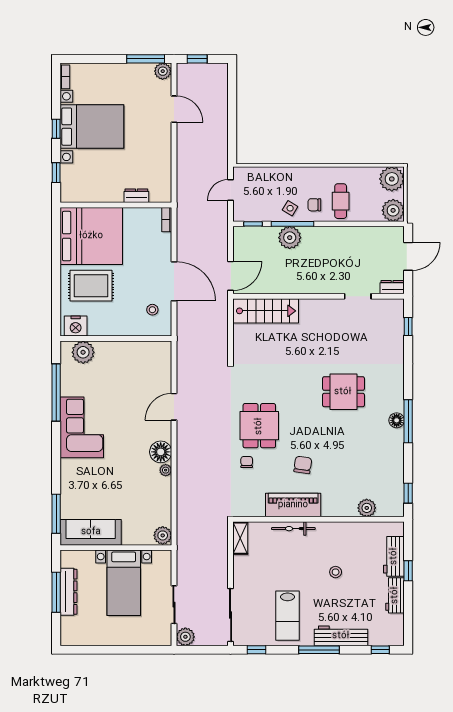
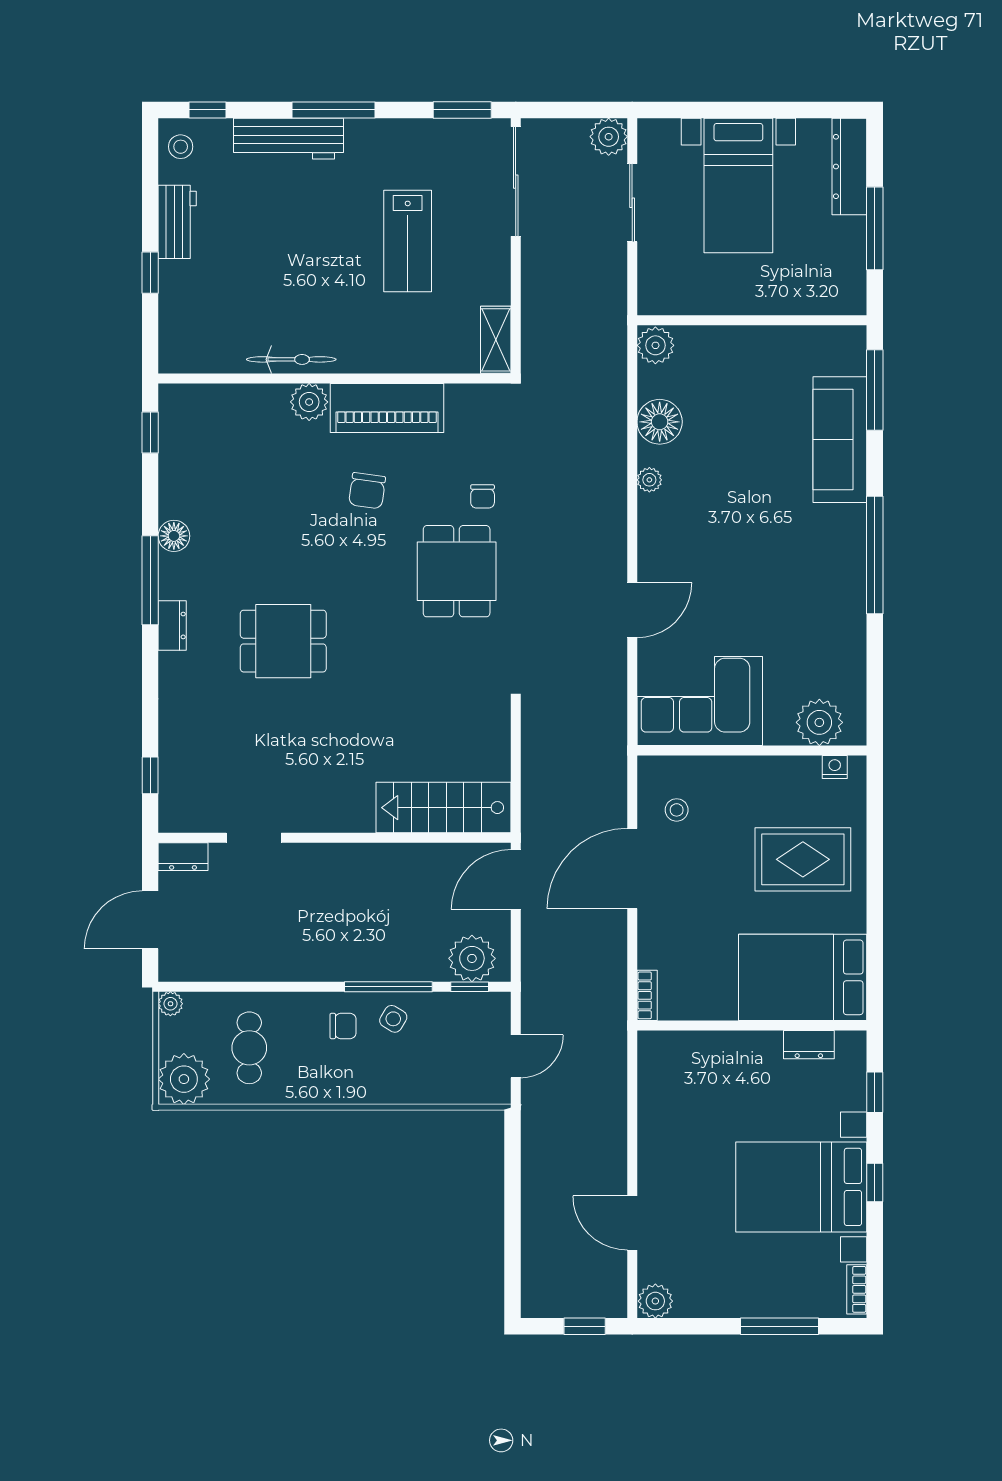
window: (146, 59) -> (779, 1326), moved
dresser: (136, 196) -> (809, 1045), moved
cafe table: (341, 201) -> (249, 1048), moved
plant: (393, 210) -> (170, 1004), width x0.53, depth x0.53
bed: (91, 236) -> (803, 977), width x0.73
plant: (290, 238) -> (472, 958), moved
door: (174, 281) -> (632, 869), hinge flipped
nightstand: (76, 326) -> (835, 767), width x0.53, depth x0.56
window: (56, 392) -> (875, 555), moved
dresser: (397, 399) -> (172, 625), added
floor lamp: (397, 420) -> (174, 536), moved
corner sofa: (82, 427) -> (700, 701), moved, turned 90
floor lamp: (161, 452) -> (660, 422), moved
plant: (367, 508) -> (309, 402), moved
bicycle: (293, 529) -> (291, 359), moved
sofa: (91, 532) -> (840, 440), moved, turned 90
workbench: (394, 556) -> (179, 302), removed
stool: (336, 572) -> (181, 147), moved
bed with nightstands: (124, 583) -> (738, 186), moved, turned 180
dresser: (68, 592) -> (849, 167), moved
lab bench: (288, 616) -> (408, 241), moved, turned 180
window: (257, 650) -> (462, 110), width x1.50

